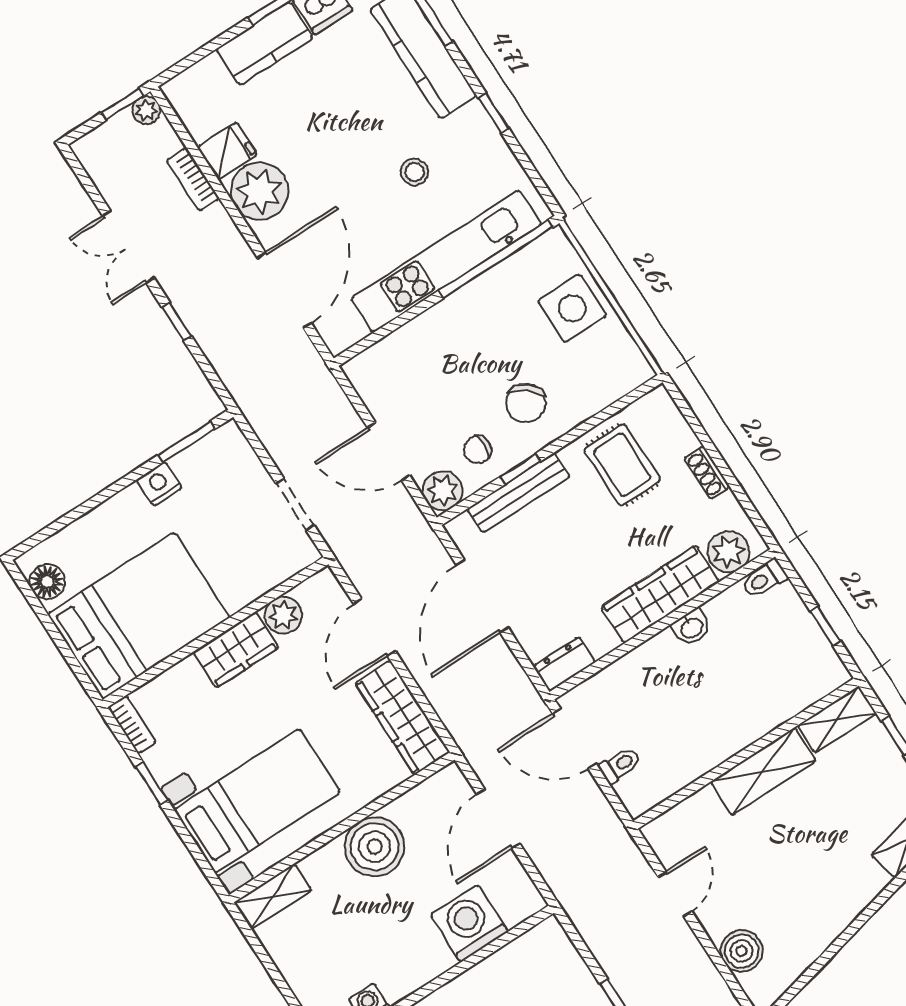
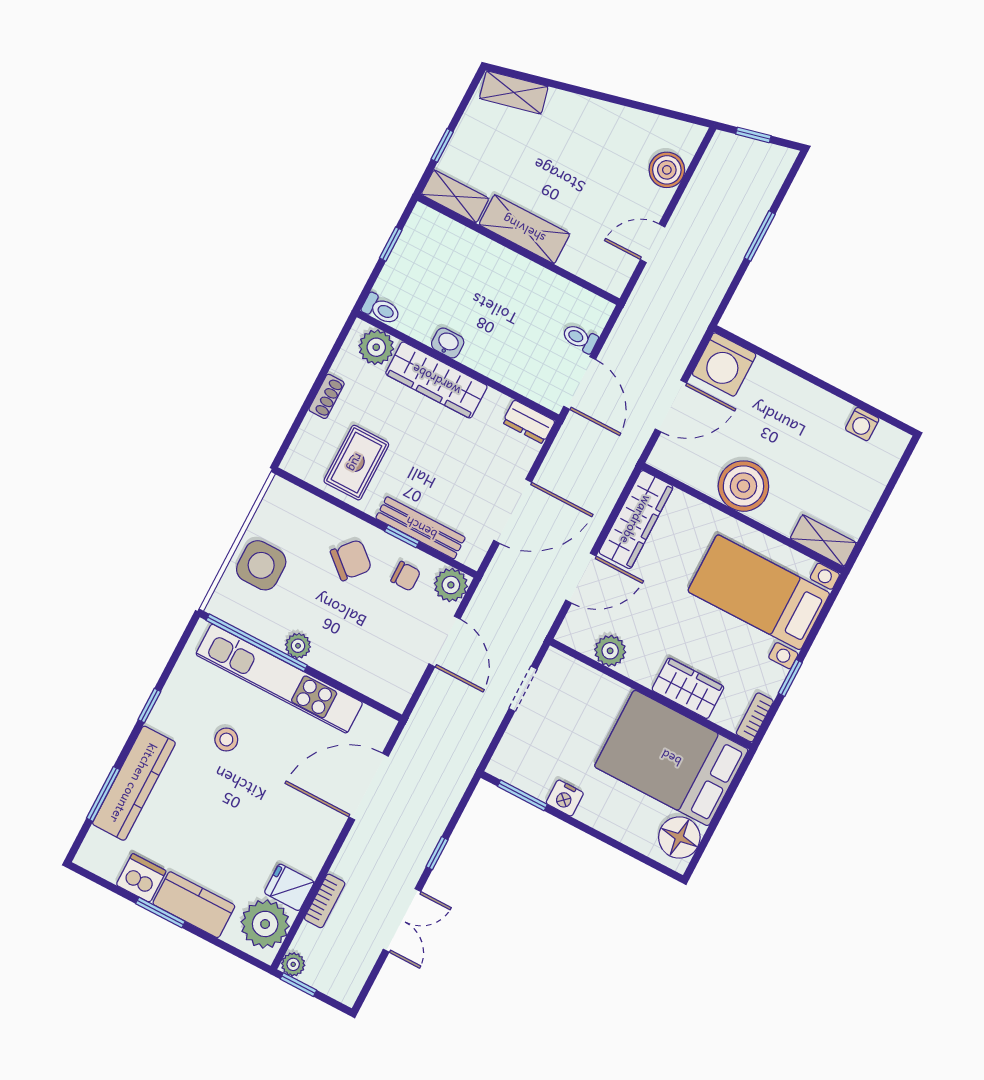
plant: (259, 191) -> (265, 924), moved
plant: (469, 299) -> (298, 646), added
floor lamp: (47, 582) -> (679, 838), width x1.38, depth x1.38
wardrobe: (236, 650) -> (688, 688), moved
washing machine: (469, 923) -> (724, 364), moved

